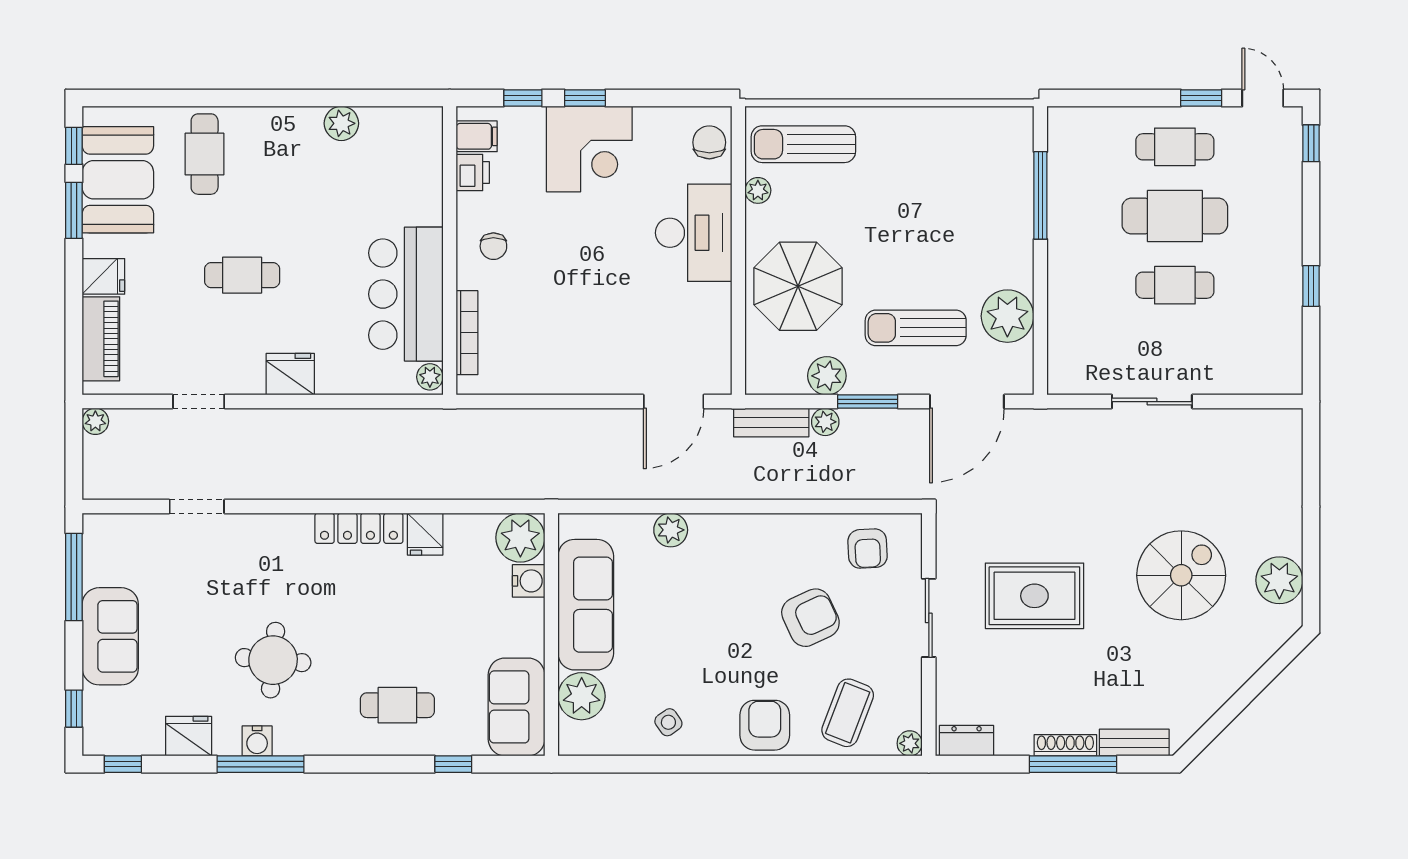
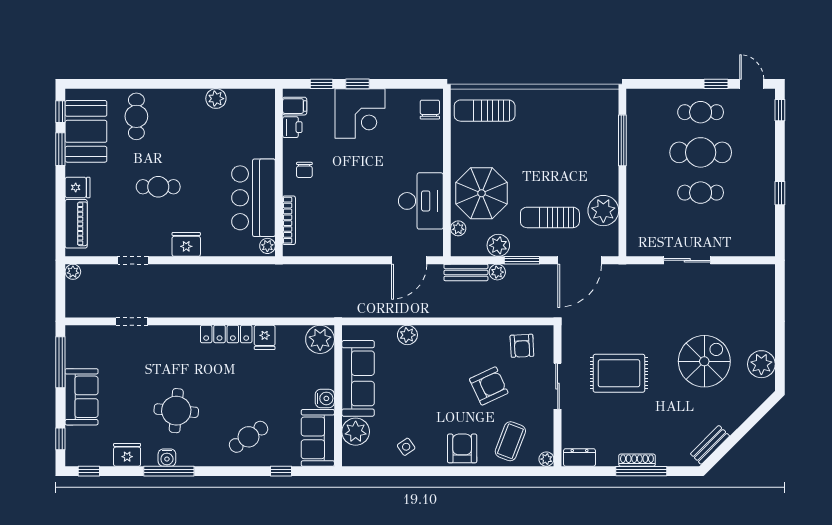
plant: (758, 190) -> (458, 228), moved
desk: (694, 233) -> (421, 201), moved
water cooler: (529, 581) -> (325, 398), moved
cafe table: (397, 705) -> (249, 437), turned -35
bench: (1134, 743) -> (710, 445), moved, turned -45

